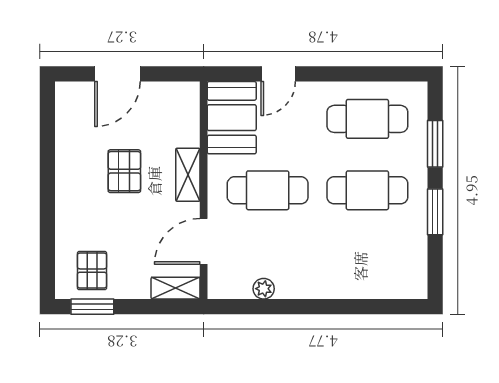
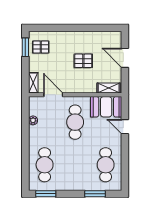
shelving: (188, 175) -> (109, 88), moved
cafe table: (367, 190) -> (45, 165), moved
window: (435, 212) -> (46, 194), moved

